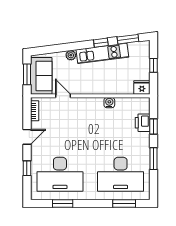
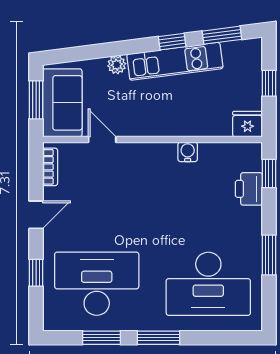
window: (154, 126) -> (269, 173), moved
desk: (60, 174) -> (97, 284), turned 180
window: (124, 204) -> (159, 338), moved

